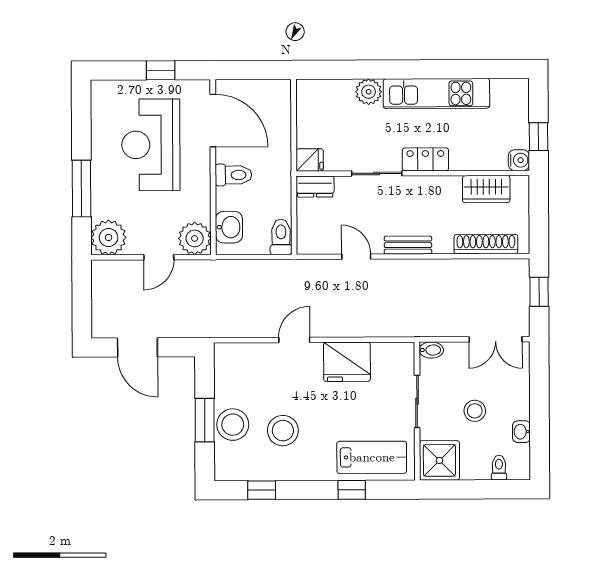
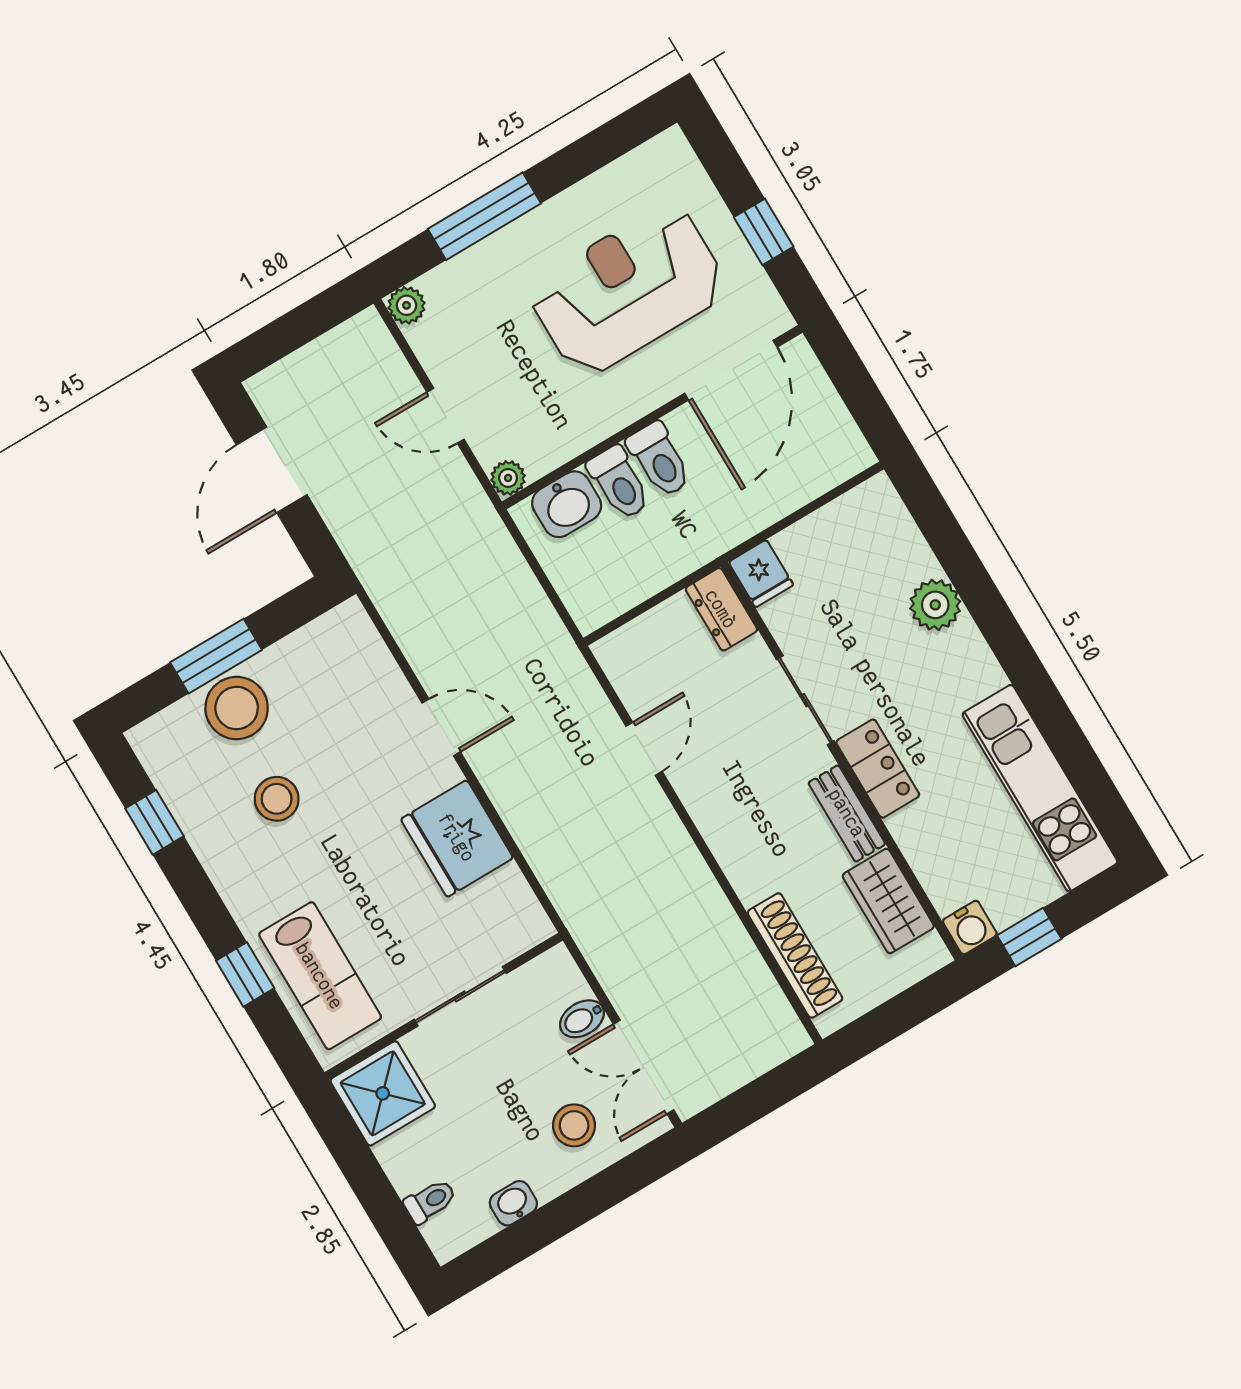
kitchen unit: (436, 93) -> (1040, 788), moved
plant: (109, 237) -> (407, 305), width x0.53, depth x0.53
toilet: (281, 237) -> (619, 483), moved, turned 90
plant: (195, 238) -> (508, 478), width x0.53, depth x0.53
bench: (408, 245) -> (847, 813), moved
window: (539, 292) -> (767, 1093), removed
bidet: (431, 350) -> (582, 1019), moved, turned 90
stool: (475, 411) -> (574, 1125), moved
stool: (283, 431) -> (277, 799), width x0.73, depth x0.73

